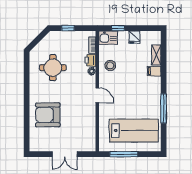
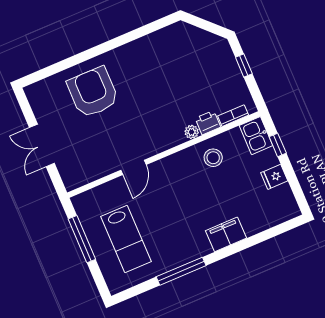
shelving: (156, 55) -> (261, 224), removed
round table: (53, 68) -> (171, 68), removed
filing cabinet: (154, 71) -> (226, 234), width x2.00
door: (97, 95) -> (133, 167), moved
lab bench: (134, 131) -> (126, 239), width x0.73, depth x0.72

